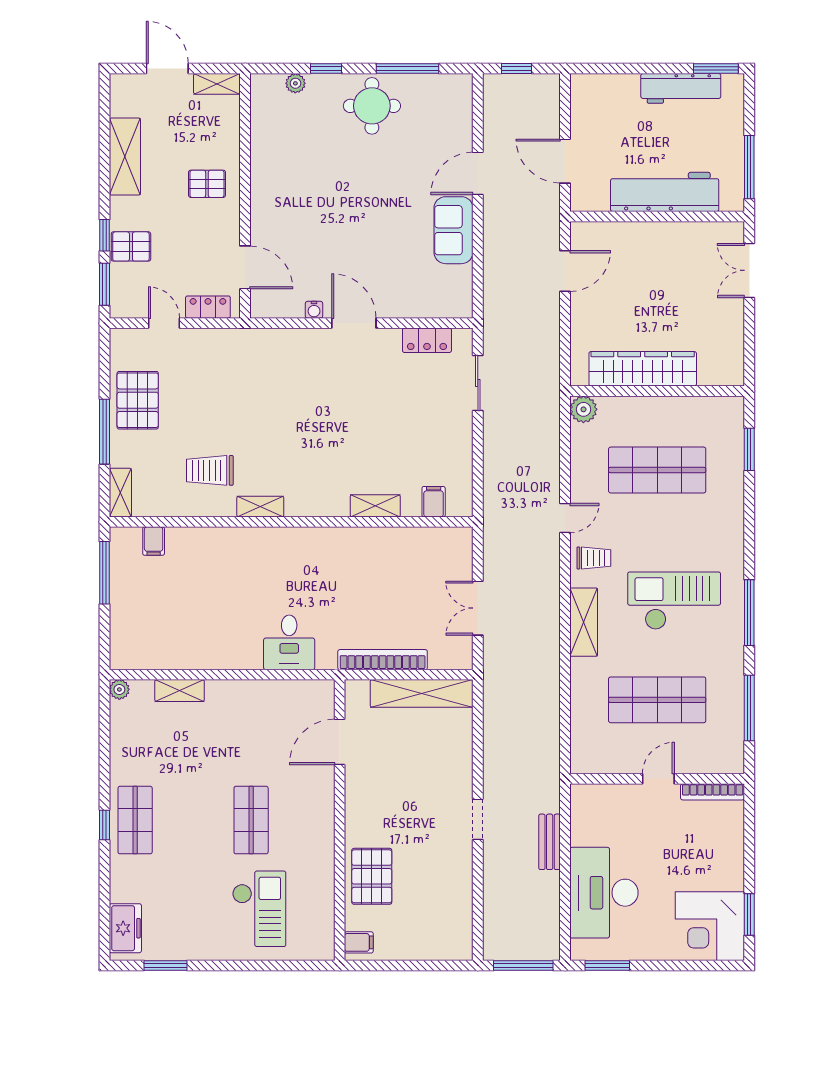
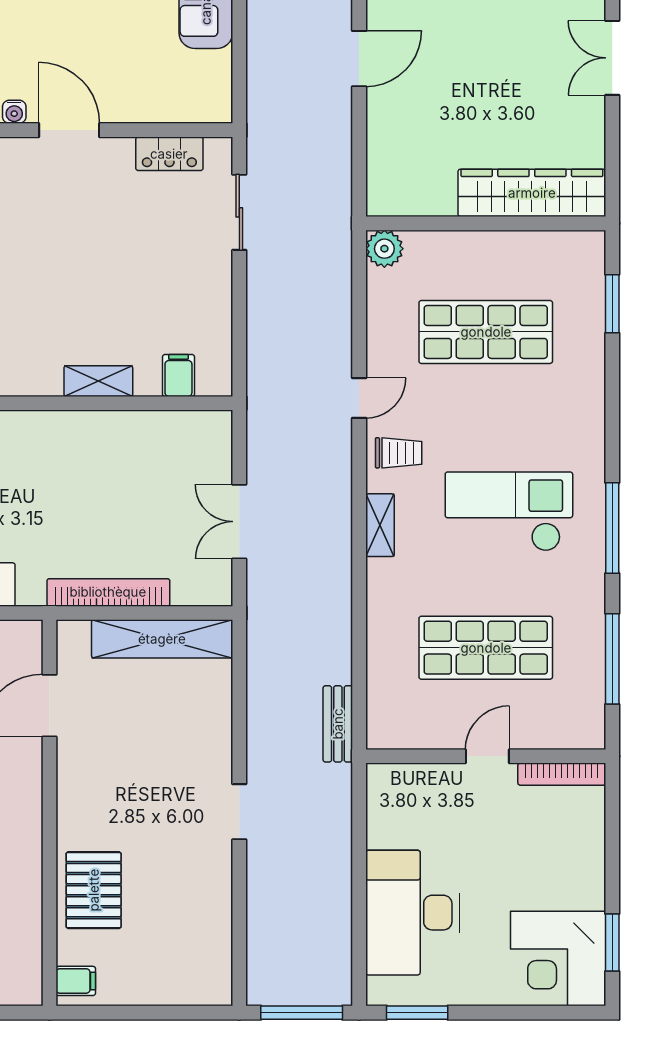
wardrobe: (643, 369) -> (532, 193), moved
shelving: (584, 622) -> (380, 525), width x0.67, depth x0.75
bench: (550, 842) -> (338, 724), moved

